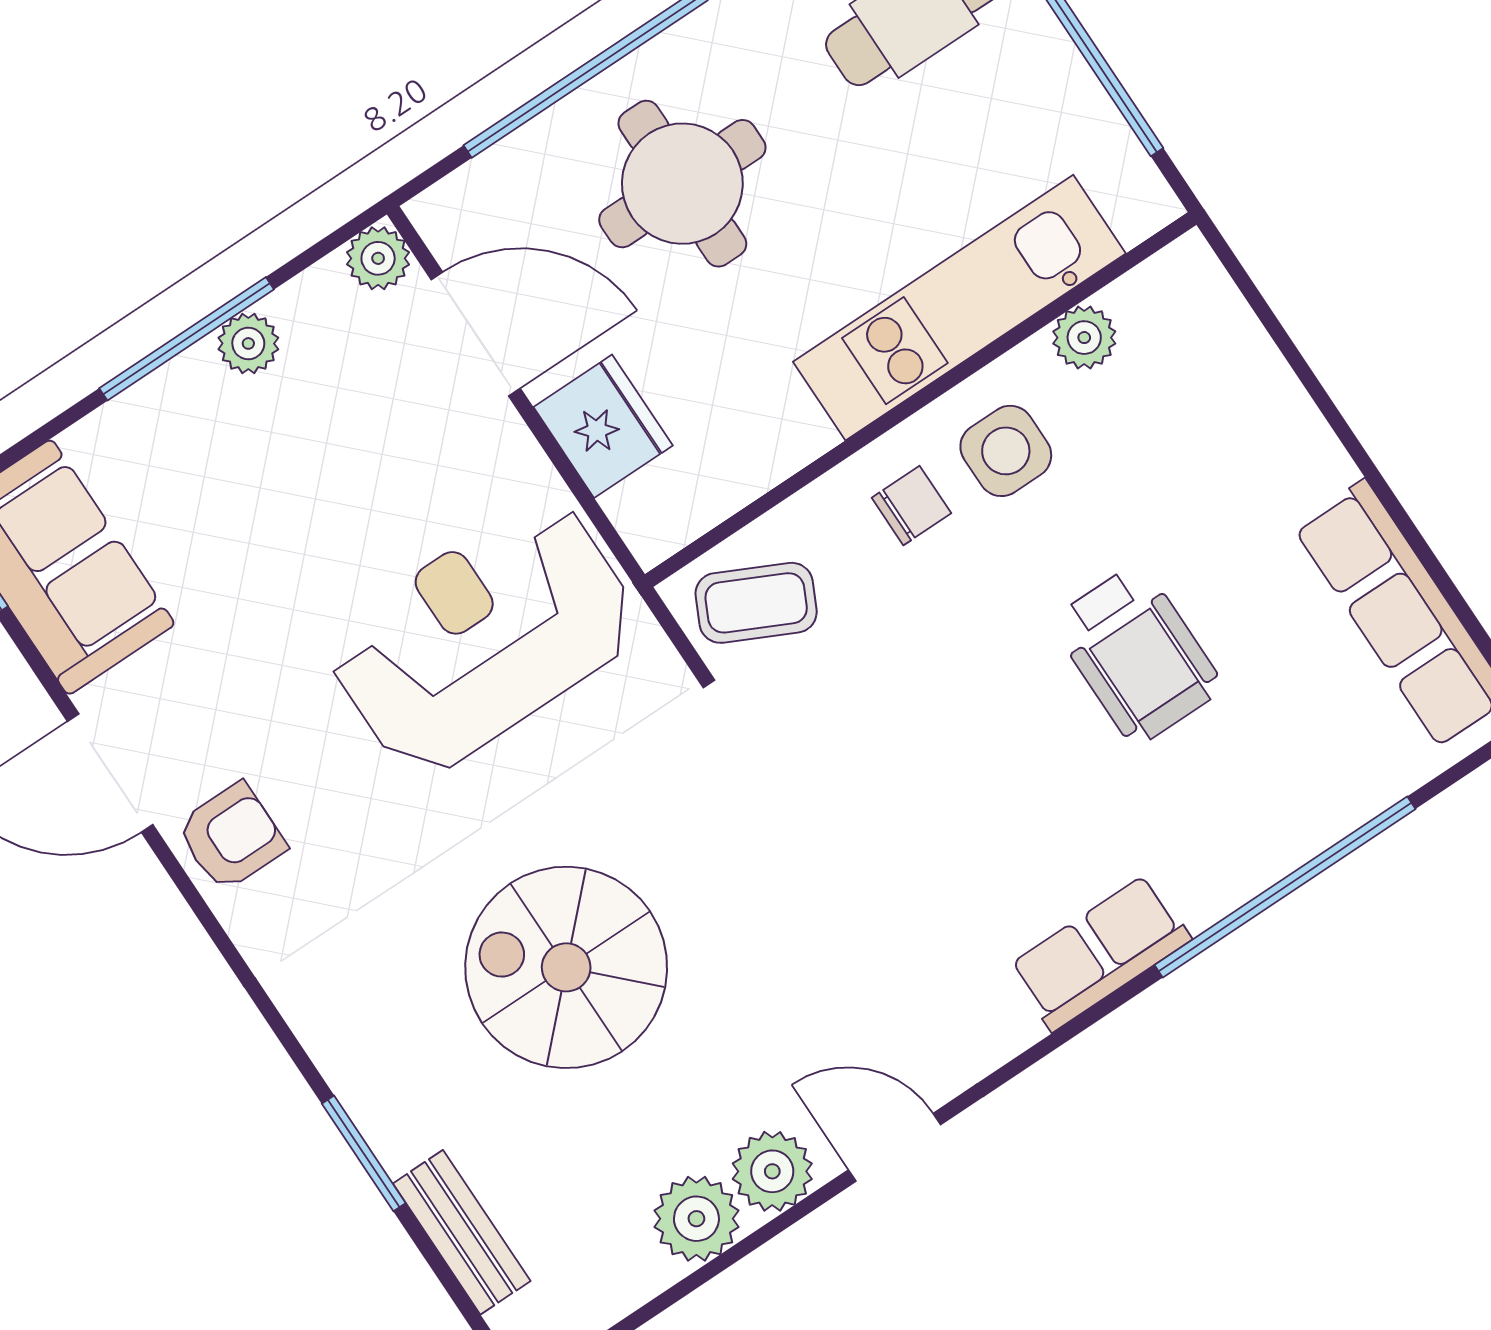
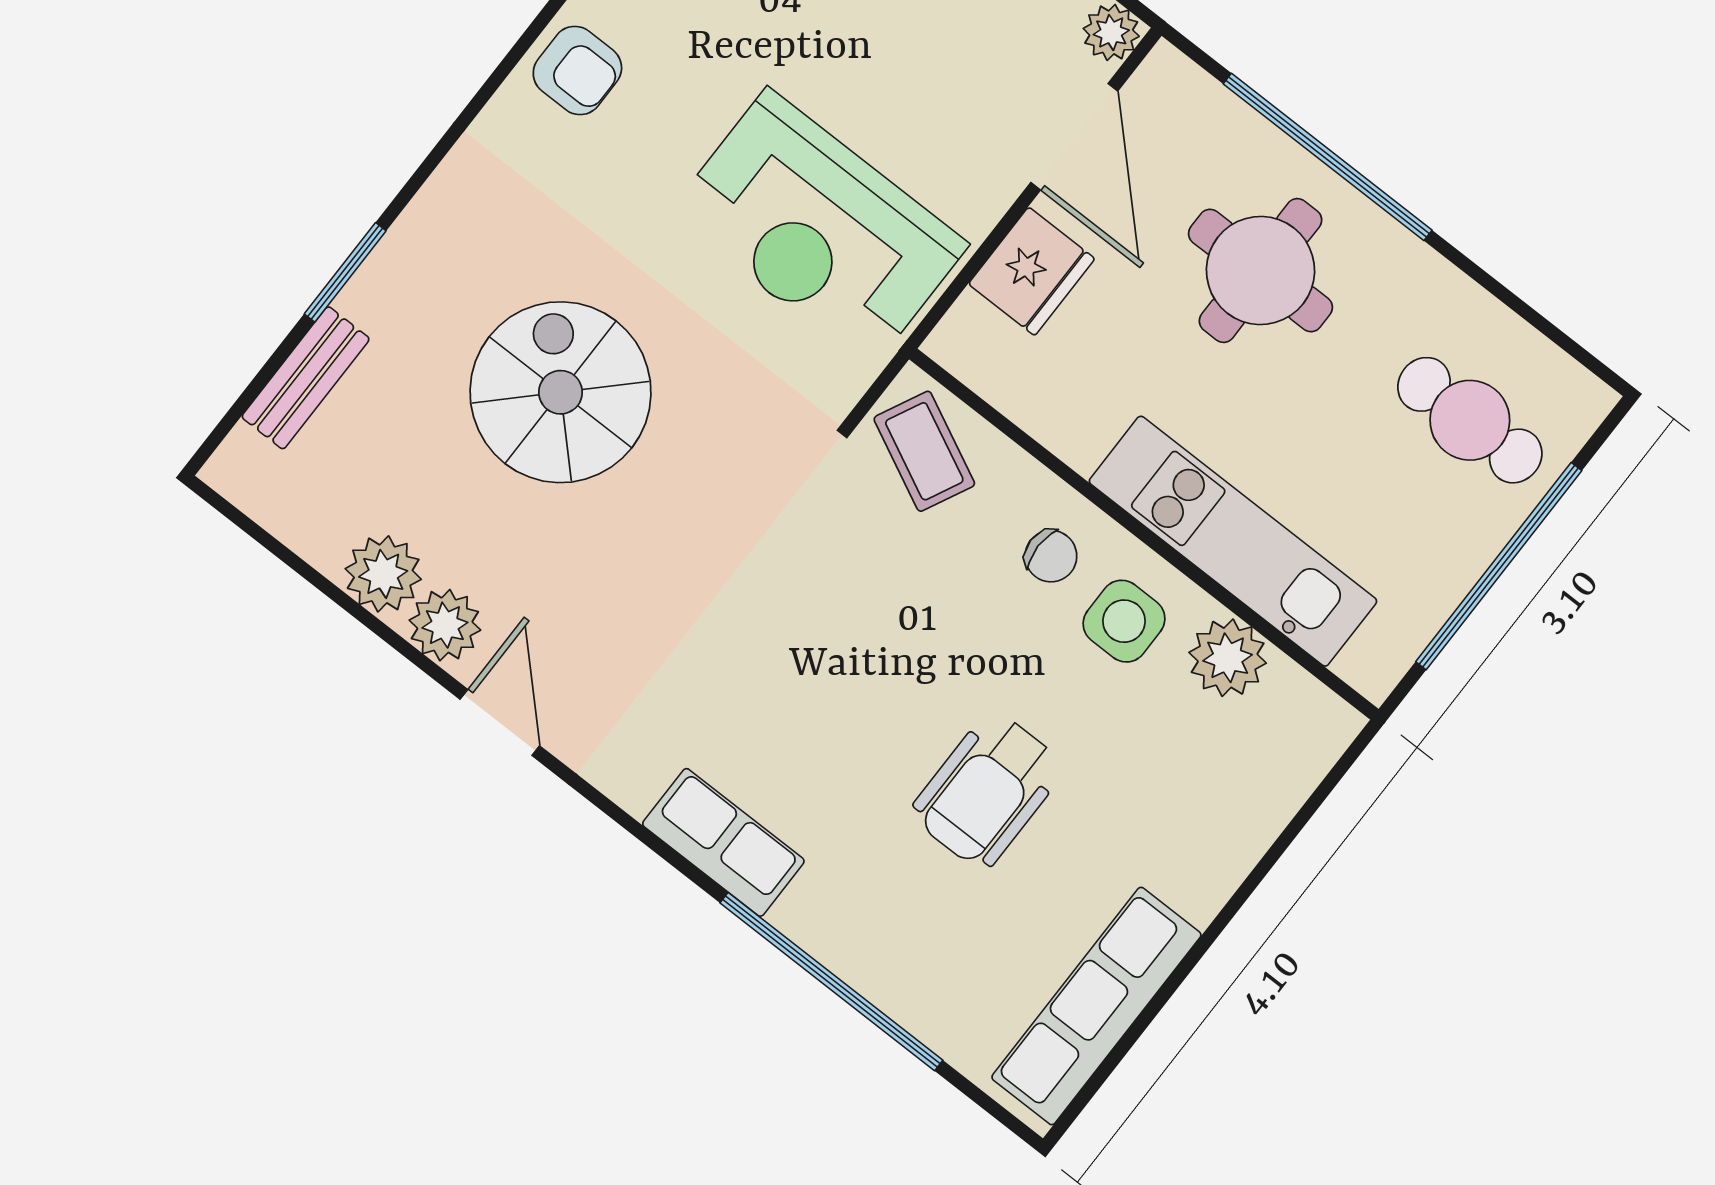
plant: (1084, 338) -> (1228, 658), width x1.38, depth x1.38
reception desk: (483, 637) -> (819, 229), turned 180

